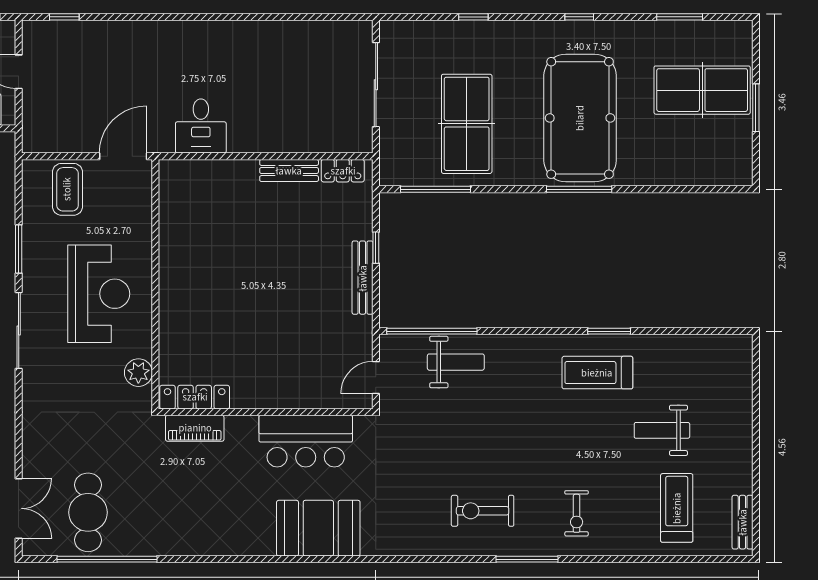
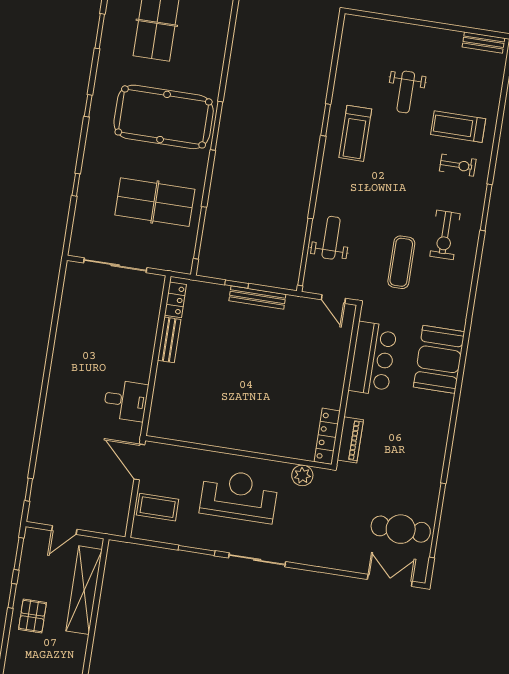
exercise mat: (438, 459) -> (401, 262), added
treadmill: (677, 508) -> (458, 127), moved

